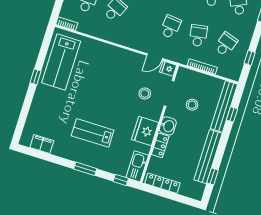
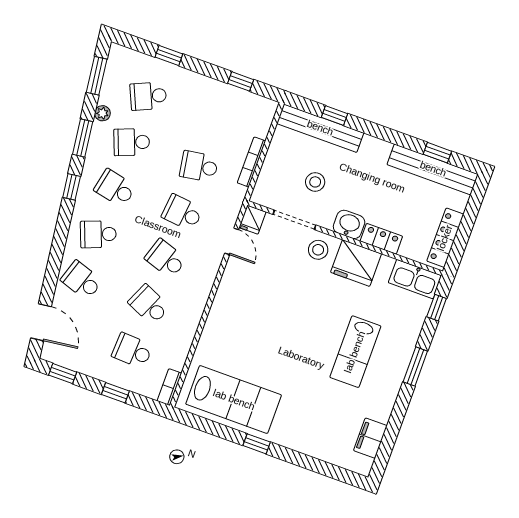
school desk: (226, 44) -> (166, 259), moved
stool: (145, 94) -> (318, 250), moved
bench: (208, 157) -> (433, 169), moved

